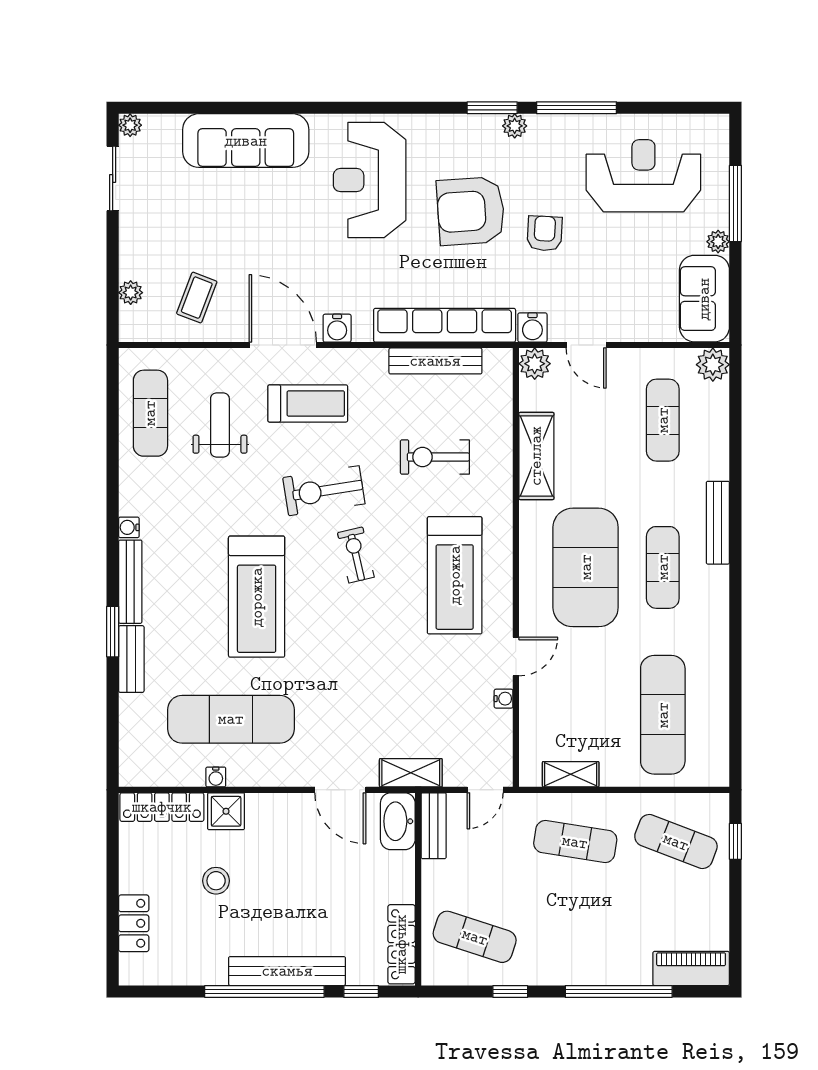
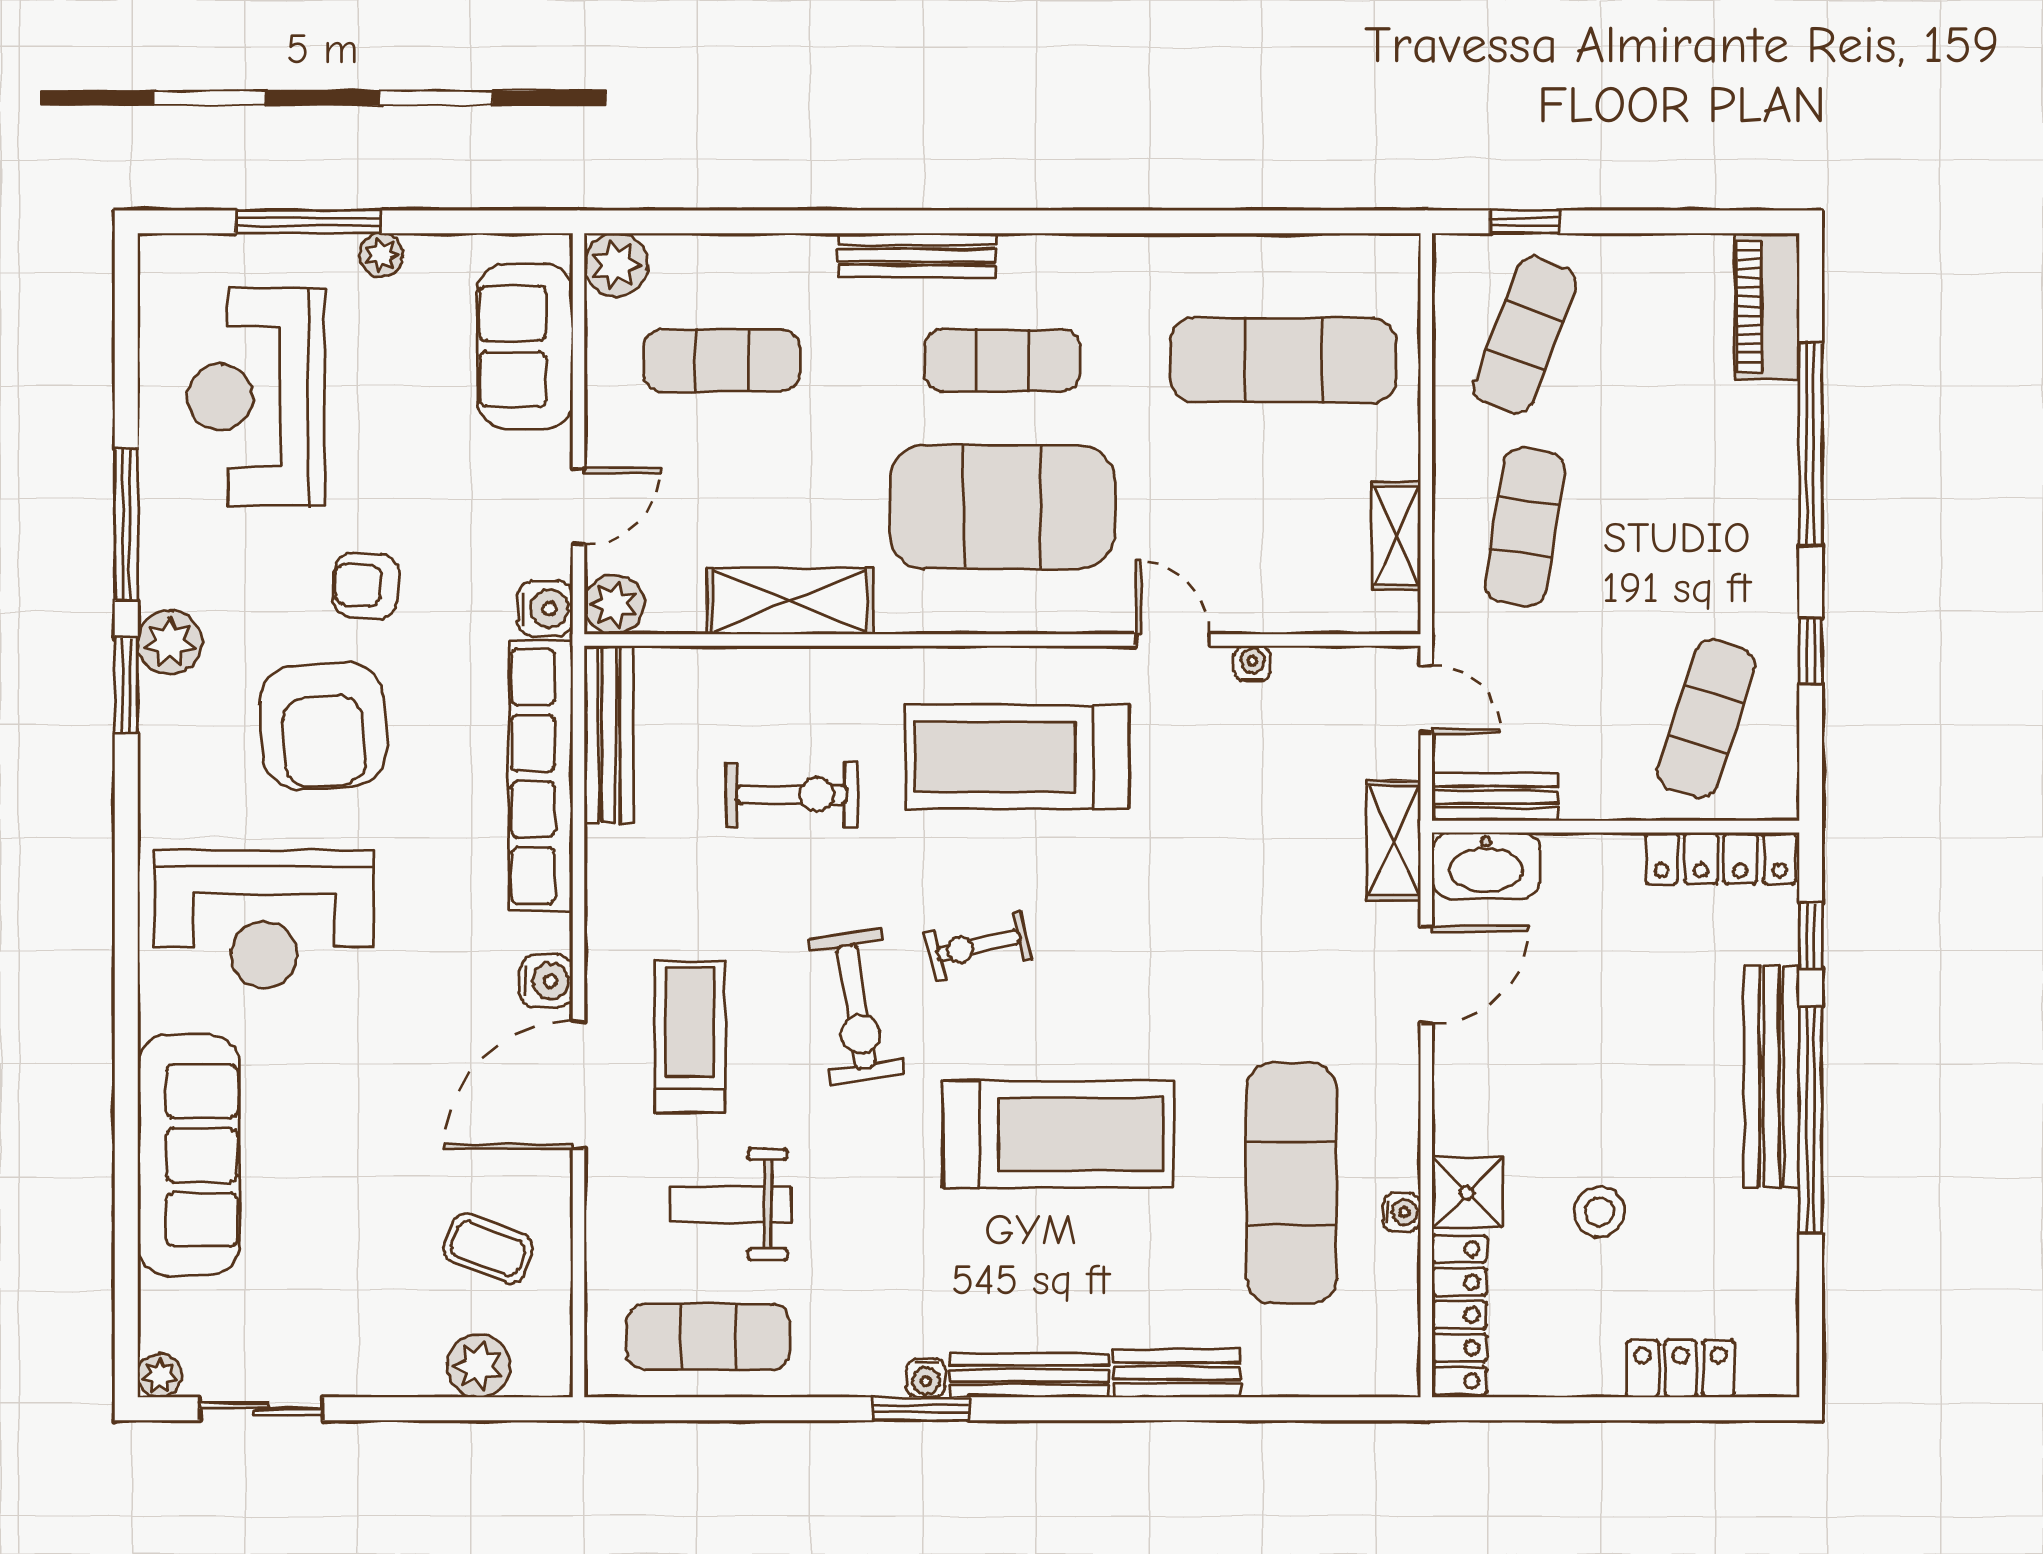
plant: (515, 126) -> (170, 643), width x1.38, depth x1.38
plant: (131, 293) -> (478, 1366), width x1.38, depth x1.38
sofa: (704, 299) -> (525, 346), moved, turned 90
bench: (435, 361) -> (609, 734), moved
exercise bike: (435, 457) -> (792, 795), turned -90
treadmill: (455, 575) -> (1017, 757), turned 180
window: (113, 632) -> (921, 1409), moved

